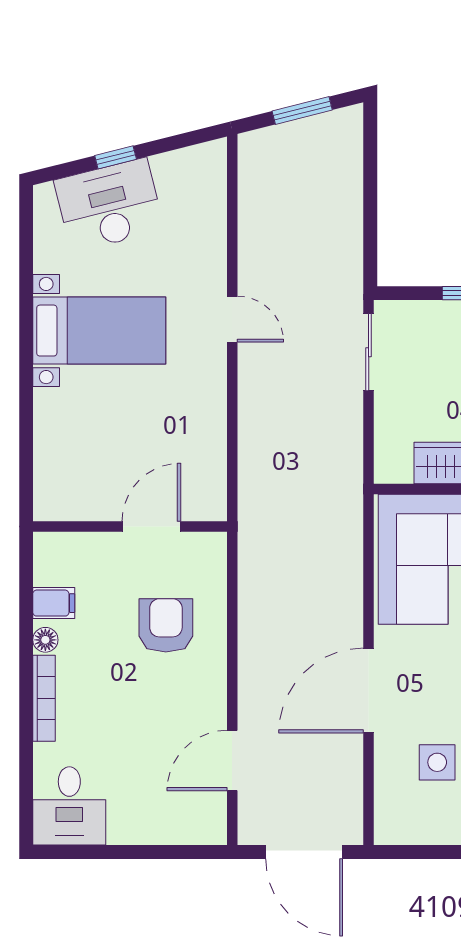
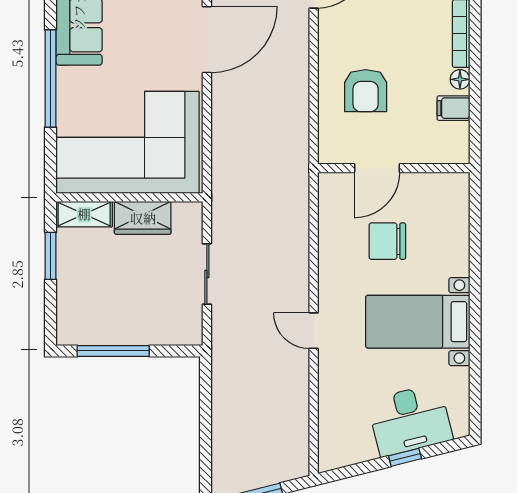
sliding door: (369, 352) -> (207, 274), moved
chair: (138, 433) -> (387, 241), added

